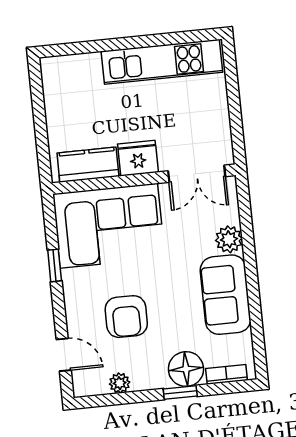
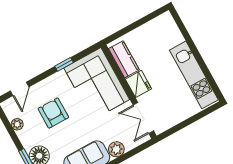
armchair: (126, 317) -> (53, 113), turned 90

